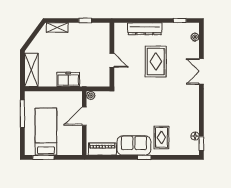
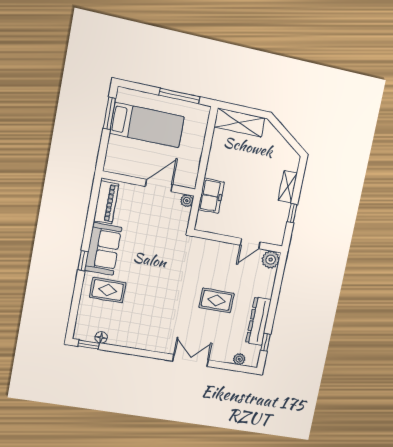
shelving: (57, 28) -> (288, 187), moved
plant: (120, 29) -> (271, 260), added
dresser: (145, 29) -> (258, 321), moved
door: (112, 60) -> (250, 244), moved
rug: (156, 61) -> (217, 300), width x0.73, depth x0.70
freezer: (68, 79) -> (211, 196), moved
door: (84, 116) -> (159, 186), hinge flipped

